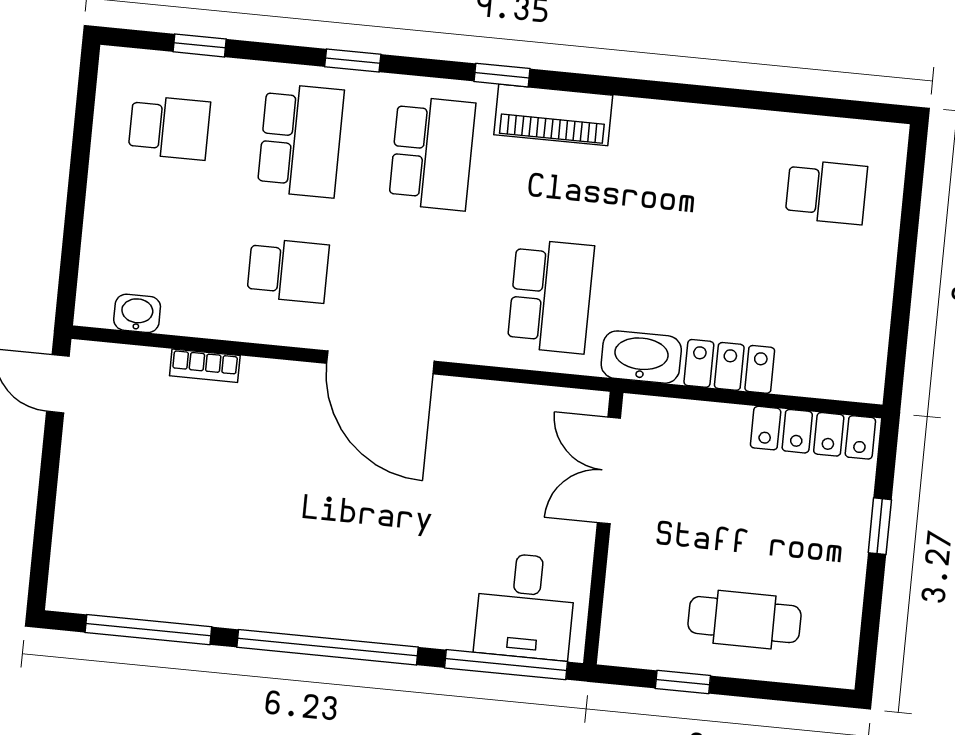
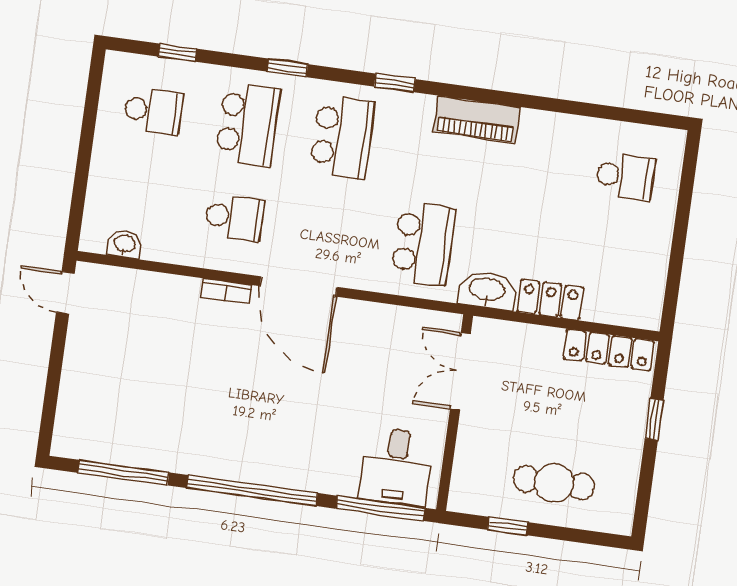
piano: (553, 115) -> (477, 119), moved
bookcase: (205, 366) -> (226, 291), moved

